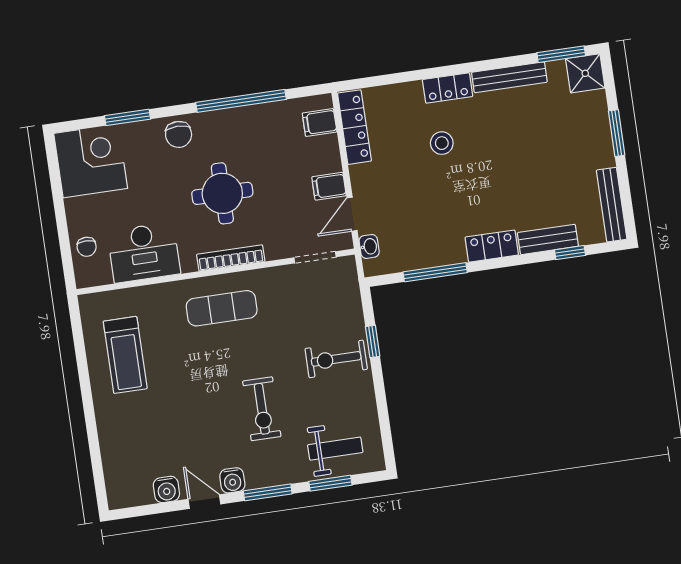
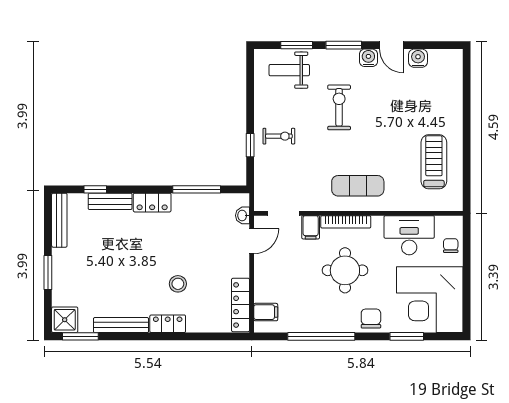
corner desk: (91, 161) -> (430, 300), width x1.36, depth x1.36
filing cabinet: (329, 186) -> (311, 227), moved, turned 90
exercise bike: (336, 359) -> (279, 136), width x0.73, depth x0.72

